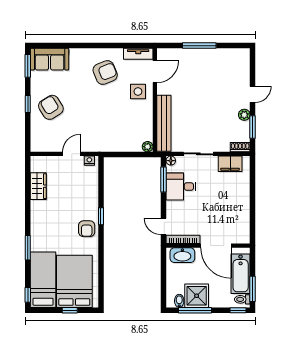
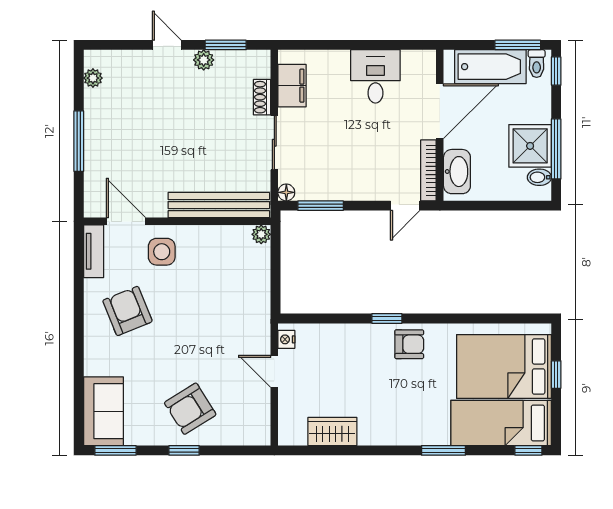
plant: (234, 53) -> (93, 78), added
shoe rack: (240, 147) -> (262, 97), moved
desk: (181, 187) -> (375, 76), moved, turned 180

